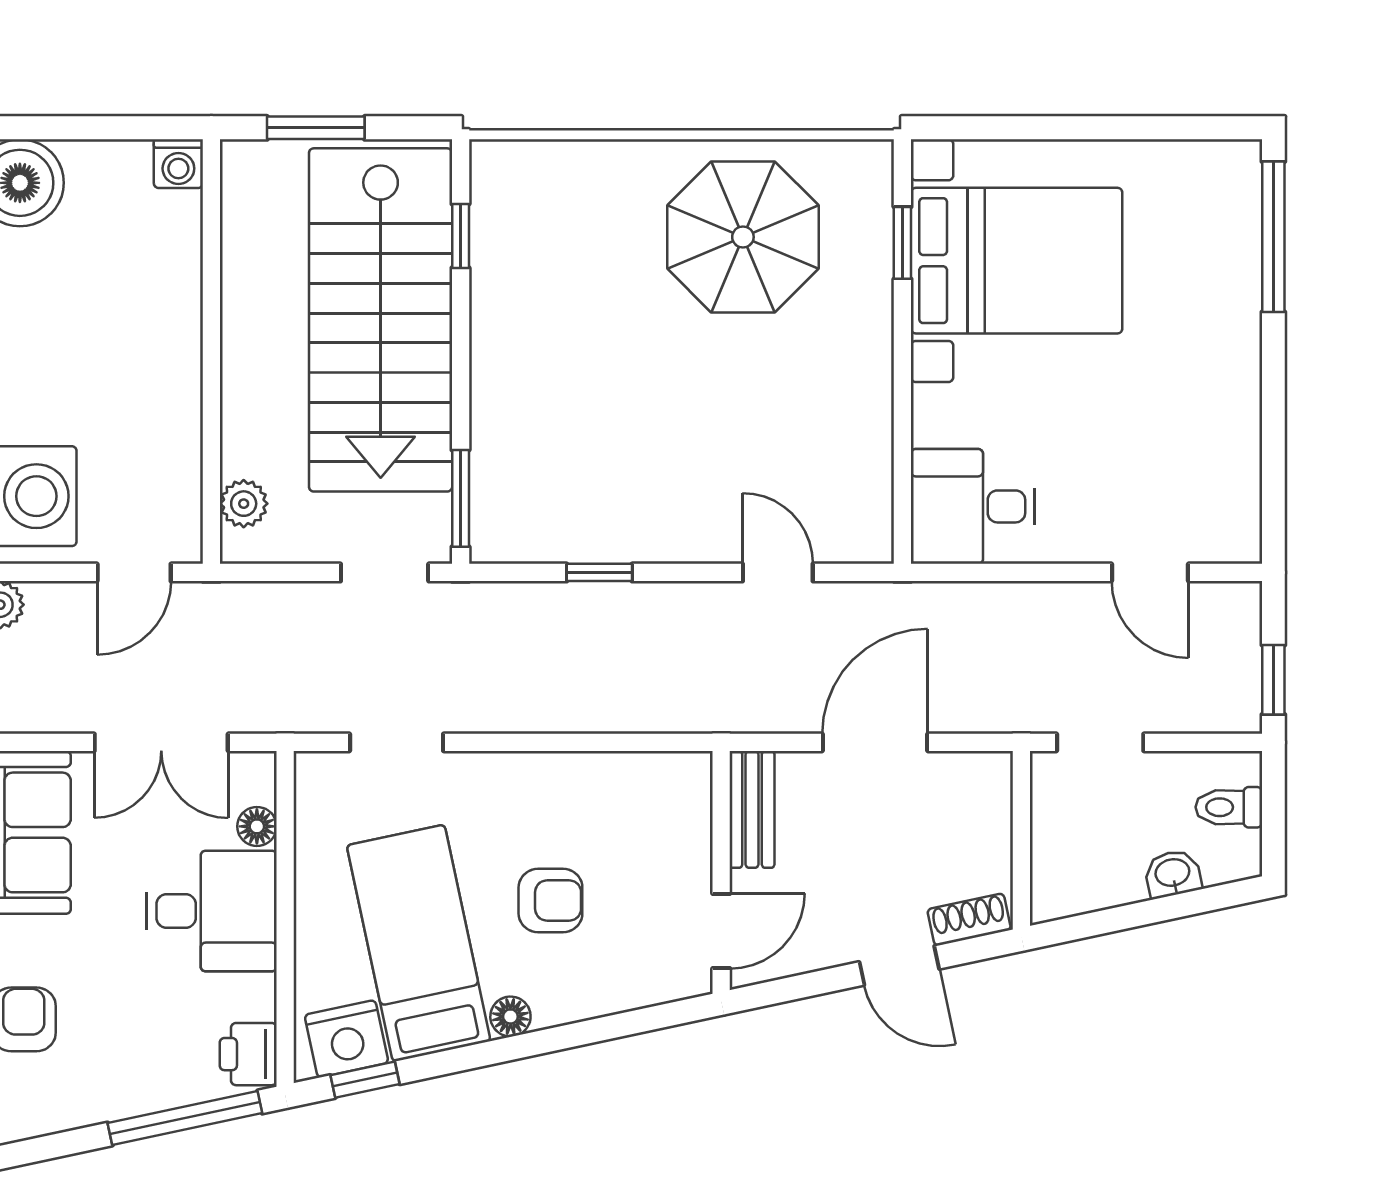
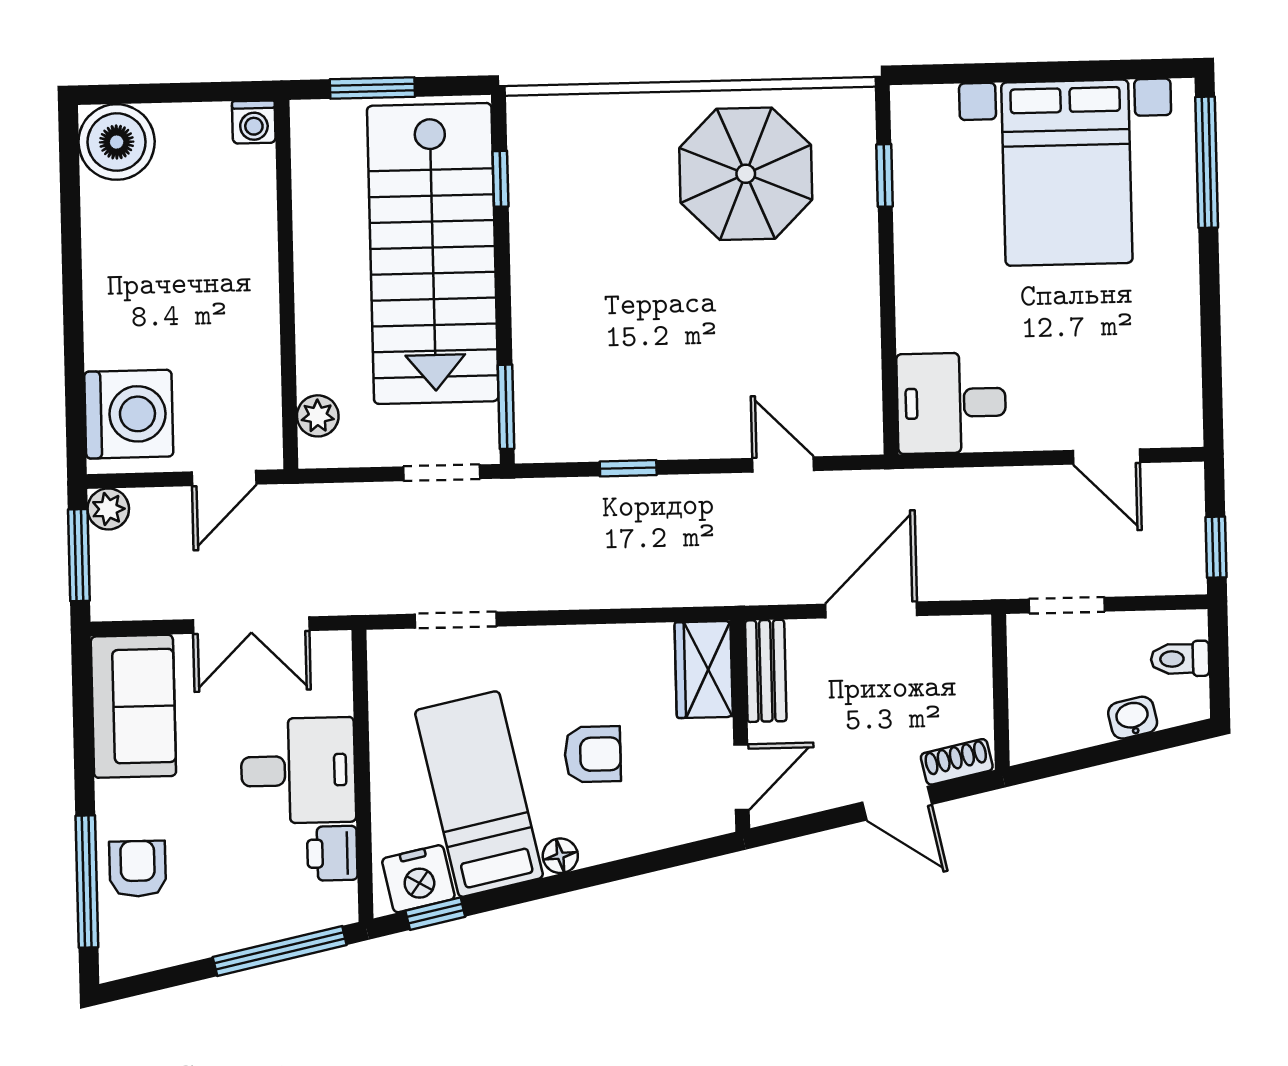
bed with nightstands: (1017, 261) -> (1067, 173), moved, turned 90
wardrobe: (681, 806) -> (704, 670), added
floor lamp: (257, 826) -> (336, 696), removed
printer: (248, 1054) -> (332, 853), moved

